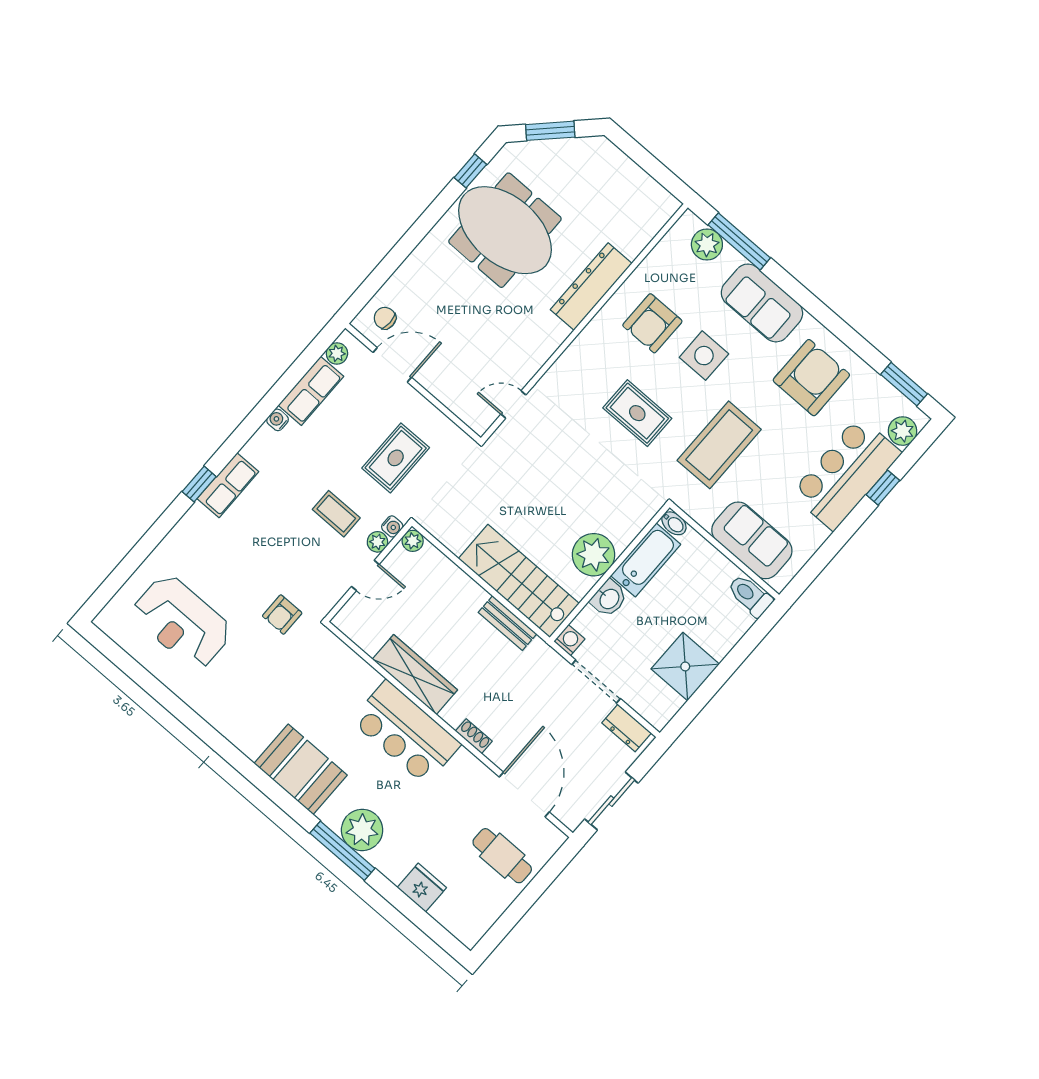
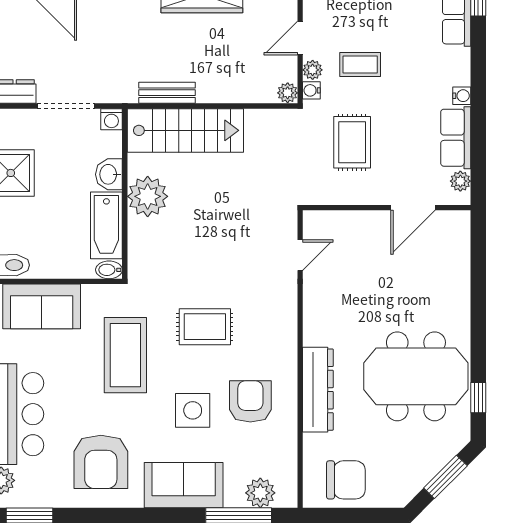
chair: (385, 318) -> (346, 480), moved, width x1.87, depth x1.87

